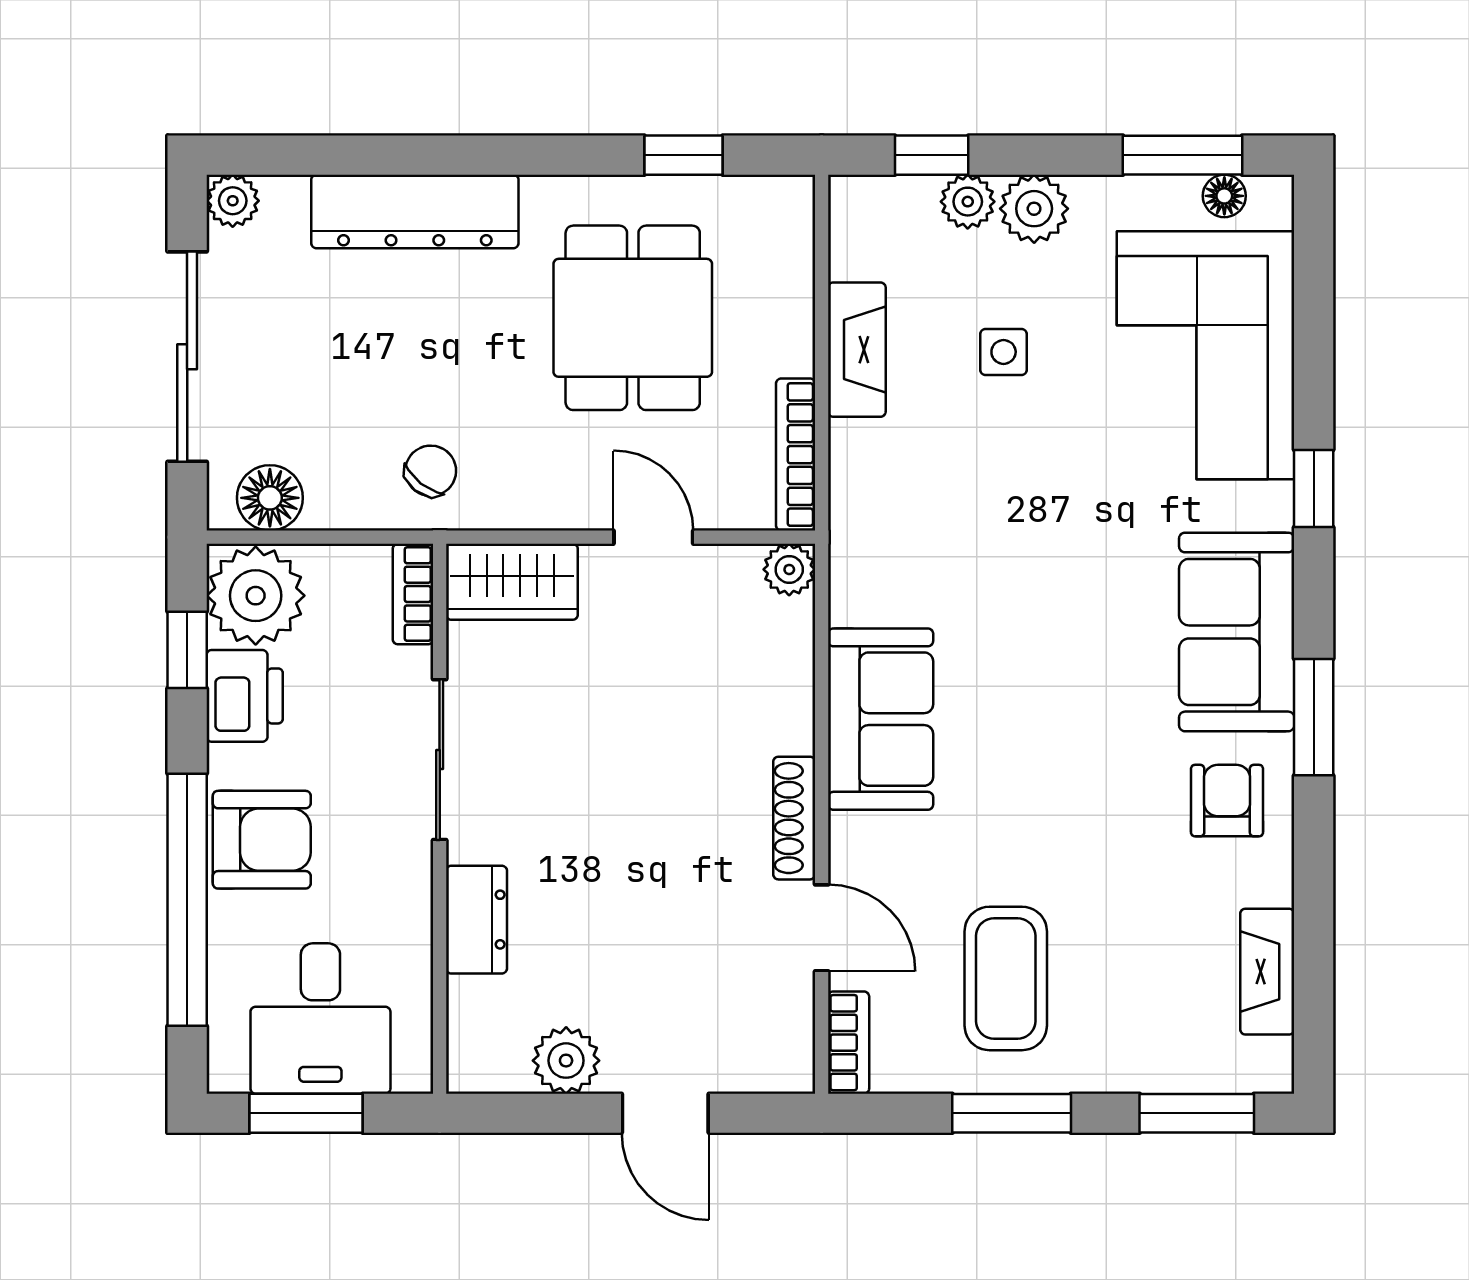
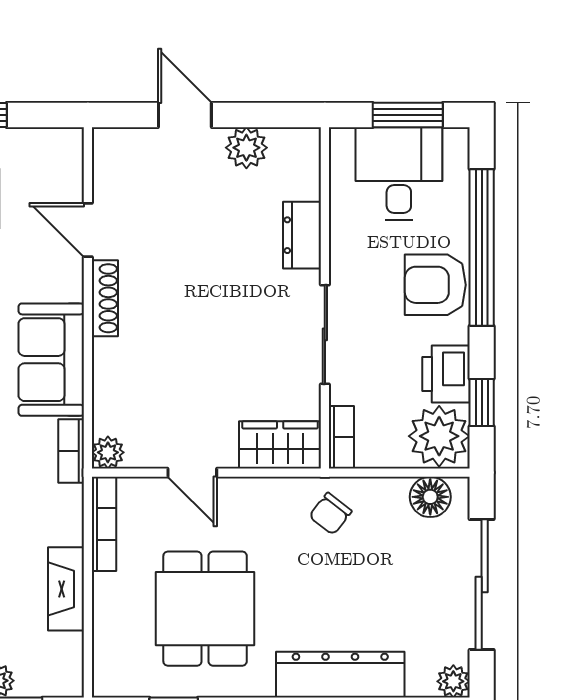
bookcase: (849, 1043) -> (71, 451), moved

